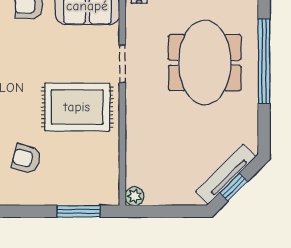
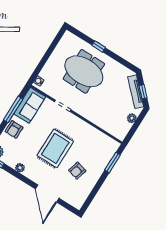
window: (264, 61) -> (99, 46), width x0.32
rug: (77, 107) -> (55, 148), moved
plant: (135, 196) -> (132, 118), moved

